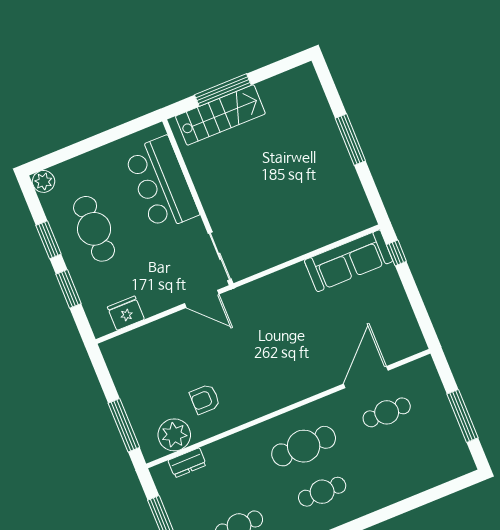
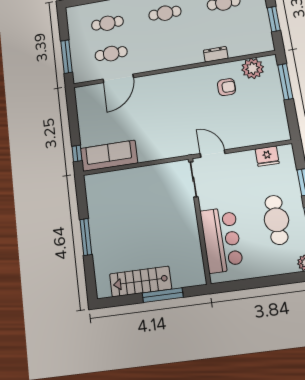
stairs: (220, 115) -> (140, 281), moved
window: (463, 416) -> (67, 57), moved
cafe table: (304, 446) -> (107, 23), moved, width x0.73, depth x0.74
dresser: (187, 463) -> (216, 54), moved

